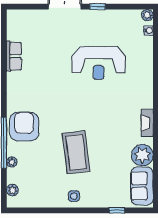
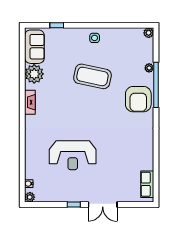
row of seats: (14, 56) -> (147, 184), moved
reception desk: (99, 63) -> (73, 155), turned 180
coffee table: (76, 152) -> (92, 76), turned -71
plant: (12, 190) -> (149, 33), moved

